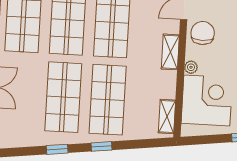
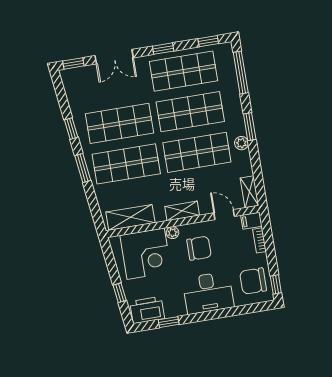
chair: (203, 33) -> (199, 248), moved
shelving: (167, 117) -> (130, 217), width x1.50, depth x1.33
window: (101, 146) -> (83, 168), width x1.50

